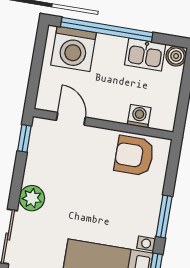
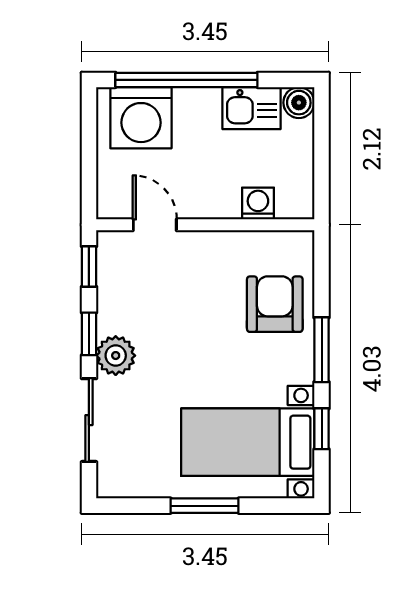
armchair: (134, 156) -> (275, 304), moved, turned 90
window: (17, 181) -> (89, 334), added

